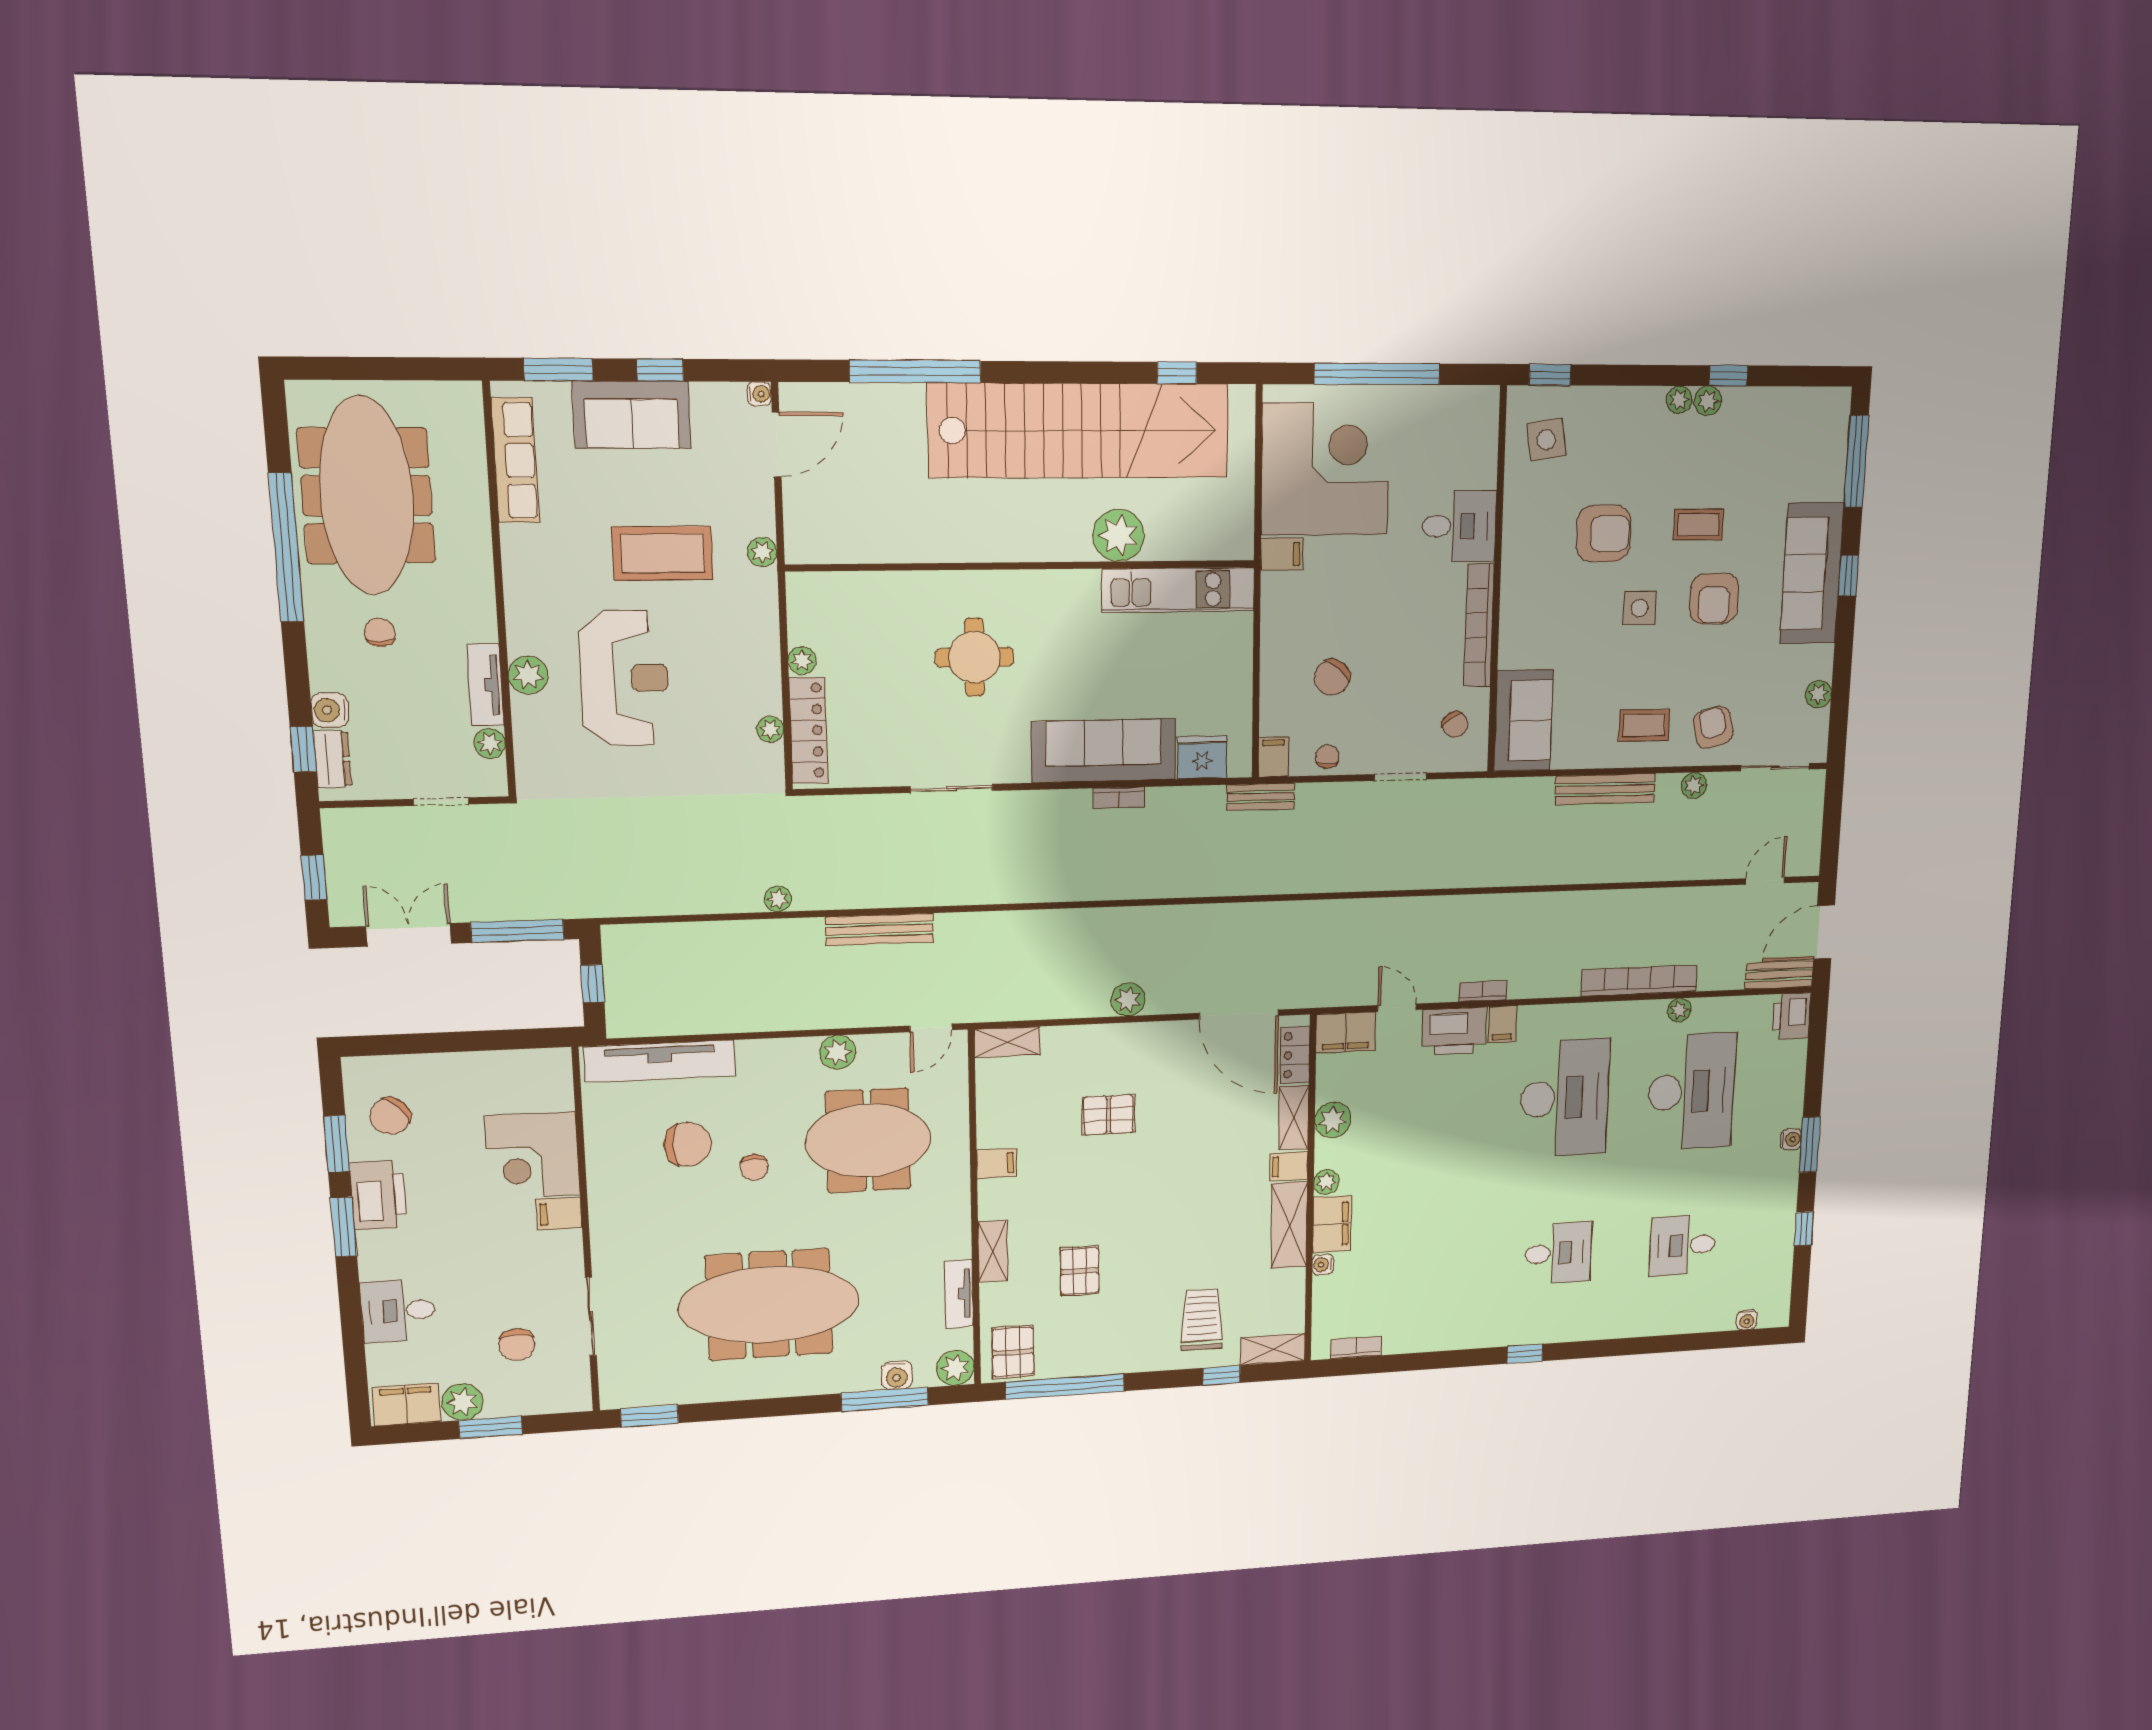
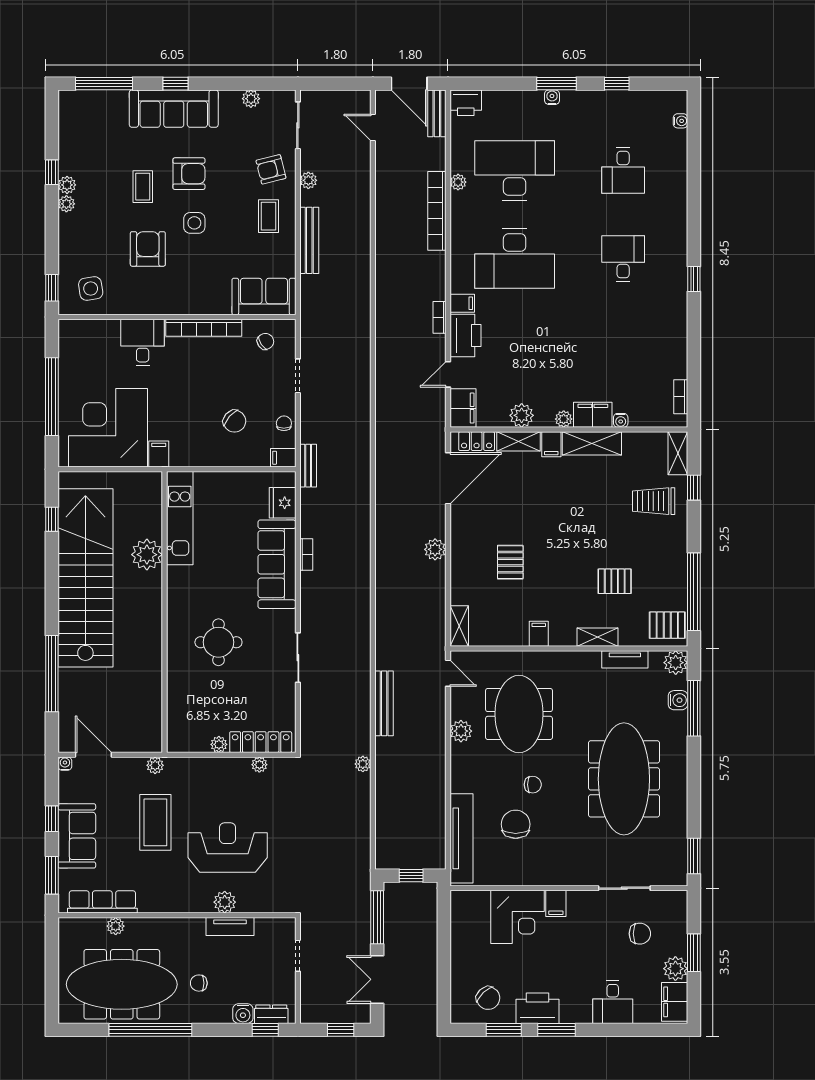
plant: (490, 743) -> (116, 926), moved
chair: (1327, 757) -> (284, 423), turned 90
desk: (1565, 1098) -> (515, 259), turned 180

